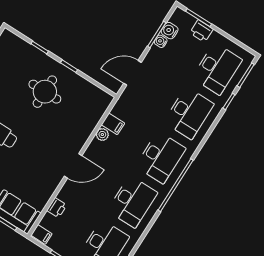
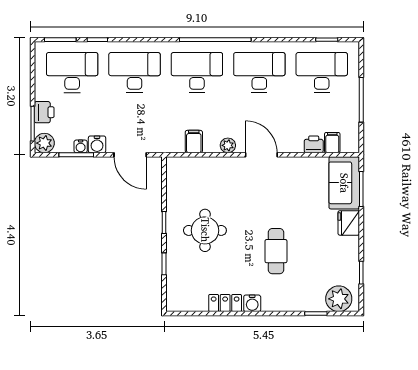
plant: (180, 17) -> (44, 143), added
water cooler: (170, 31) -> (97, 144), moved
plant: (102, 135) -> (228, 145), moved
filing cabinet: (41, 234) -> (332, 143), moved

